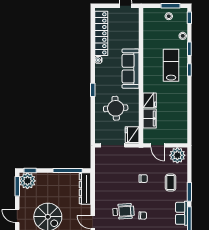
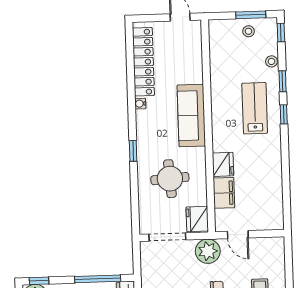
plant: (177, 155) -> (208, 251), moved

